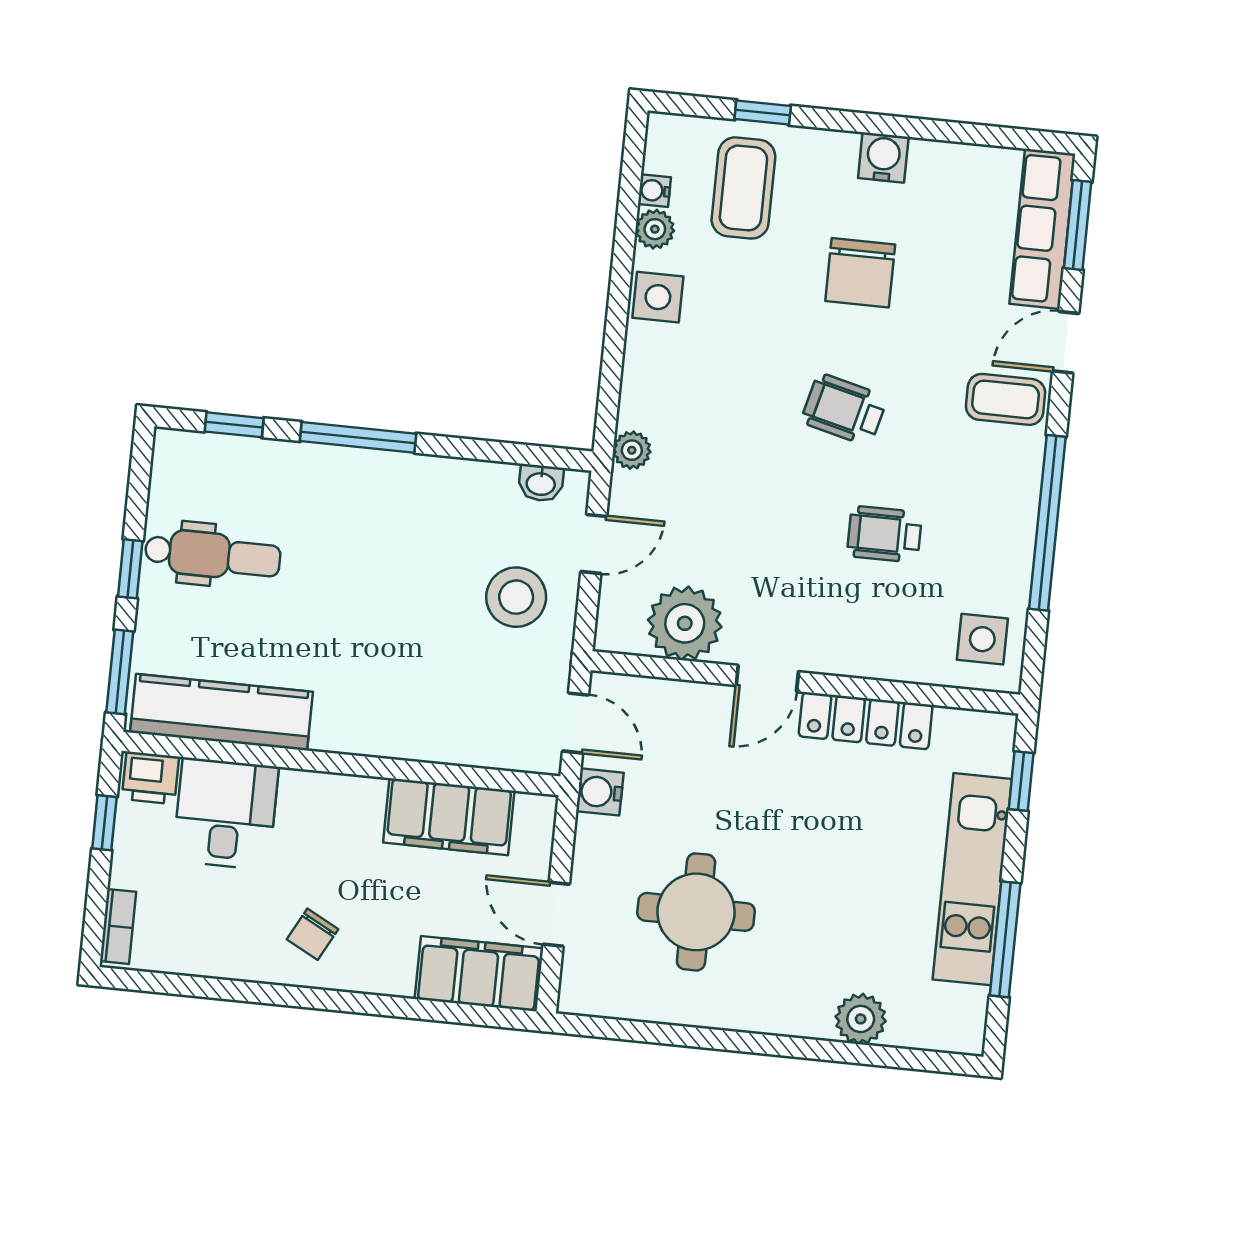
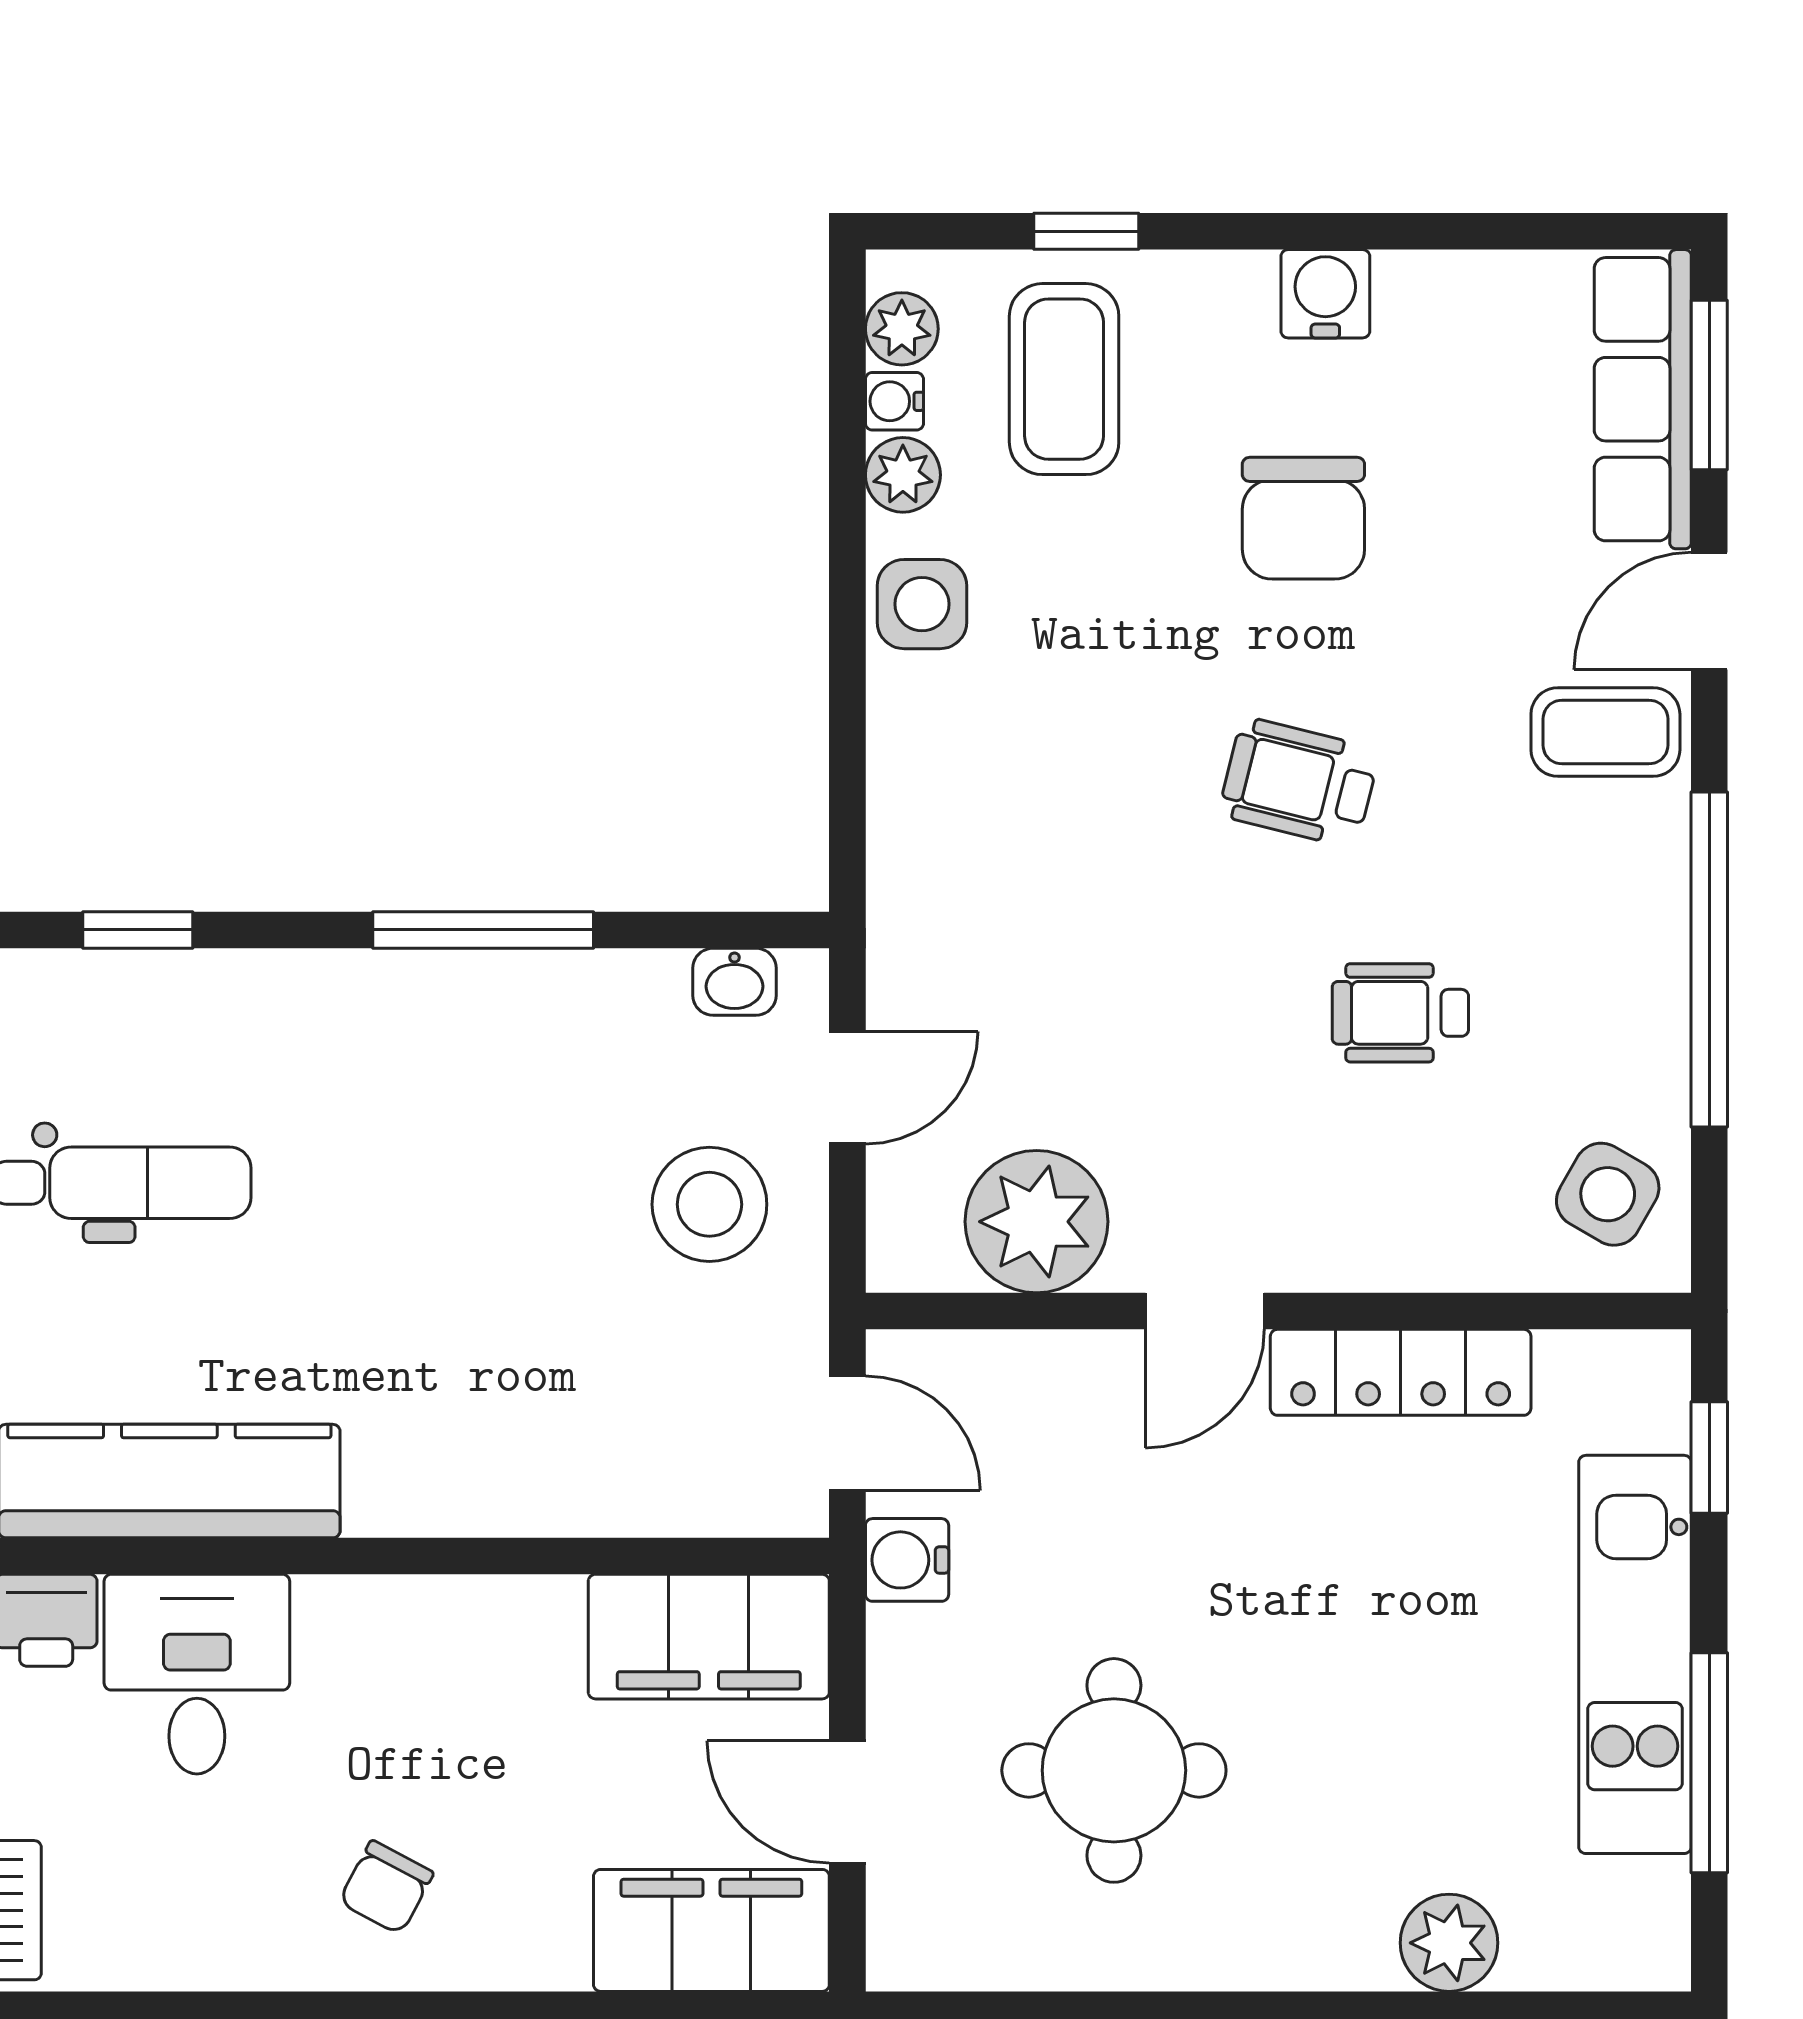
window: (358, 437) -> (483, 930), moved
plant: (632, 450) -> (902, 329), moved
side table: (982, 639) -> (1608, 1194), turned 30
filing cabinet: (449, 817) -> (709, 1637), moved

